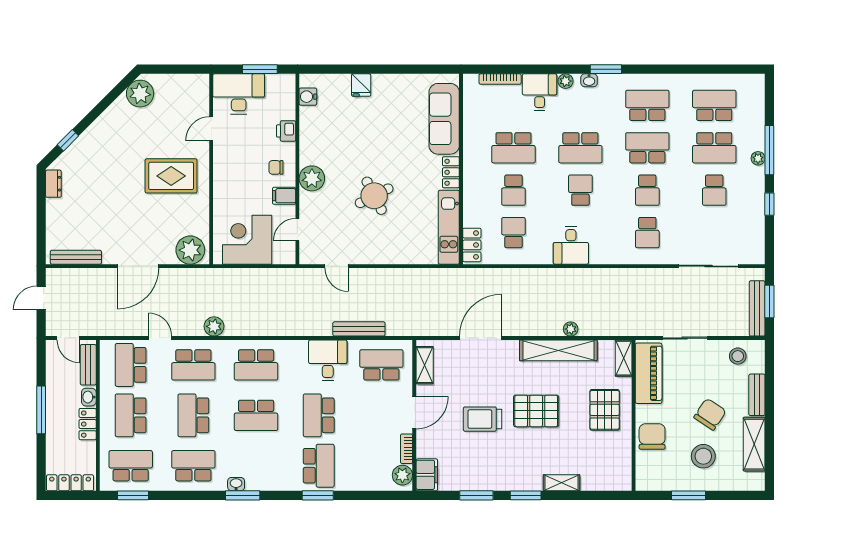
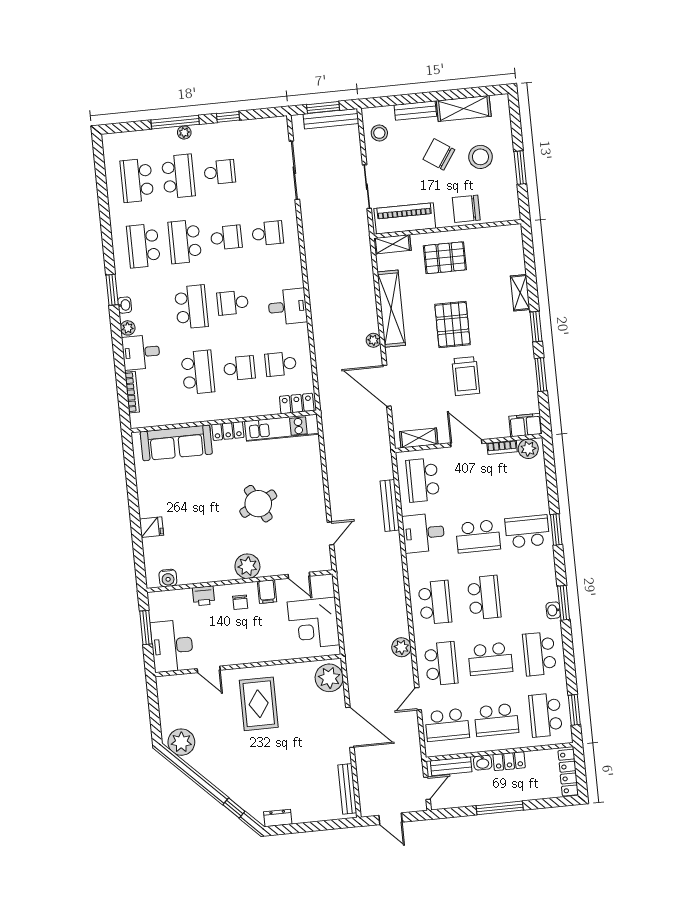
plant: (571, 329) -> (373, 340), moved

